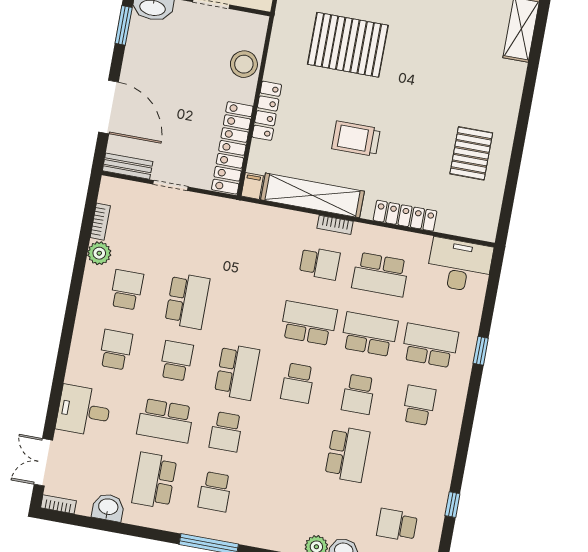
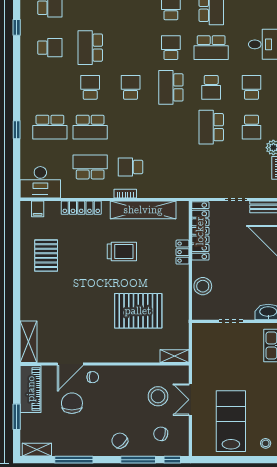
locker: (267, 111) -> (183, 252), width x0.66
filing cabinet: (252, 186) -> (38, 209), moved
school desk: (309, 323) -> (131, 127), removed
school desk: (116, 350) -> (252, 87), turned 180
school desk: (419, 405) -> (50, 48), moved, turned -90
school desk: (165, 421) -> (211, 48), turned 180

